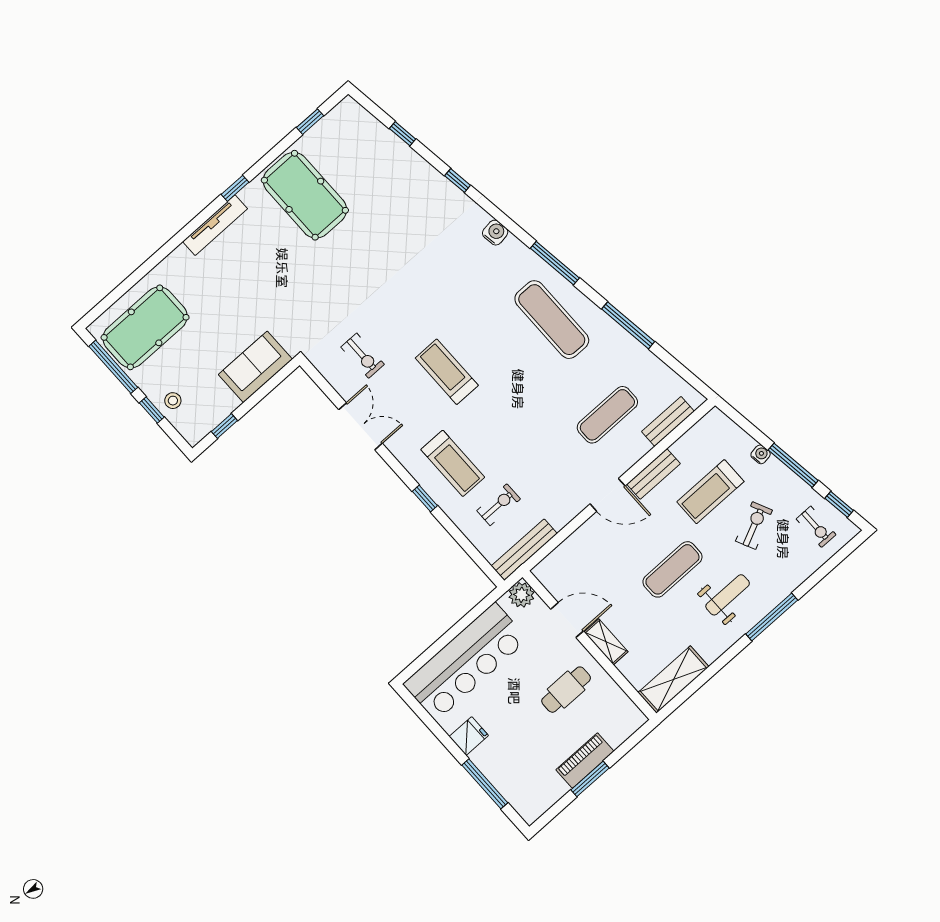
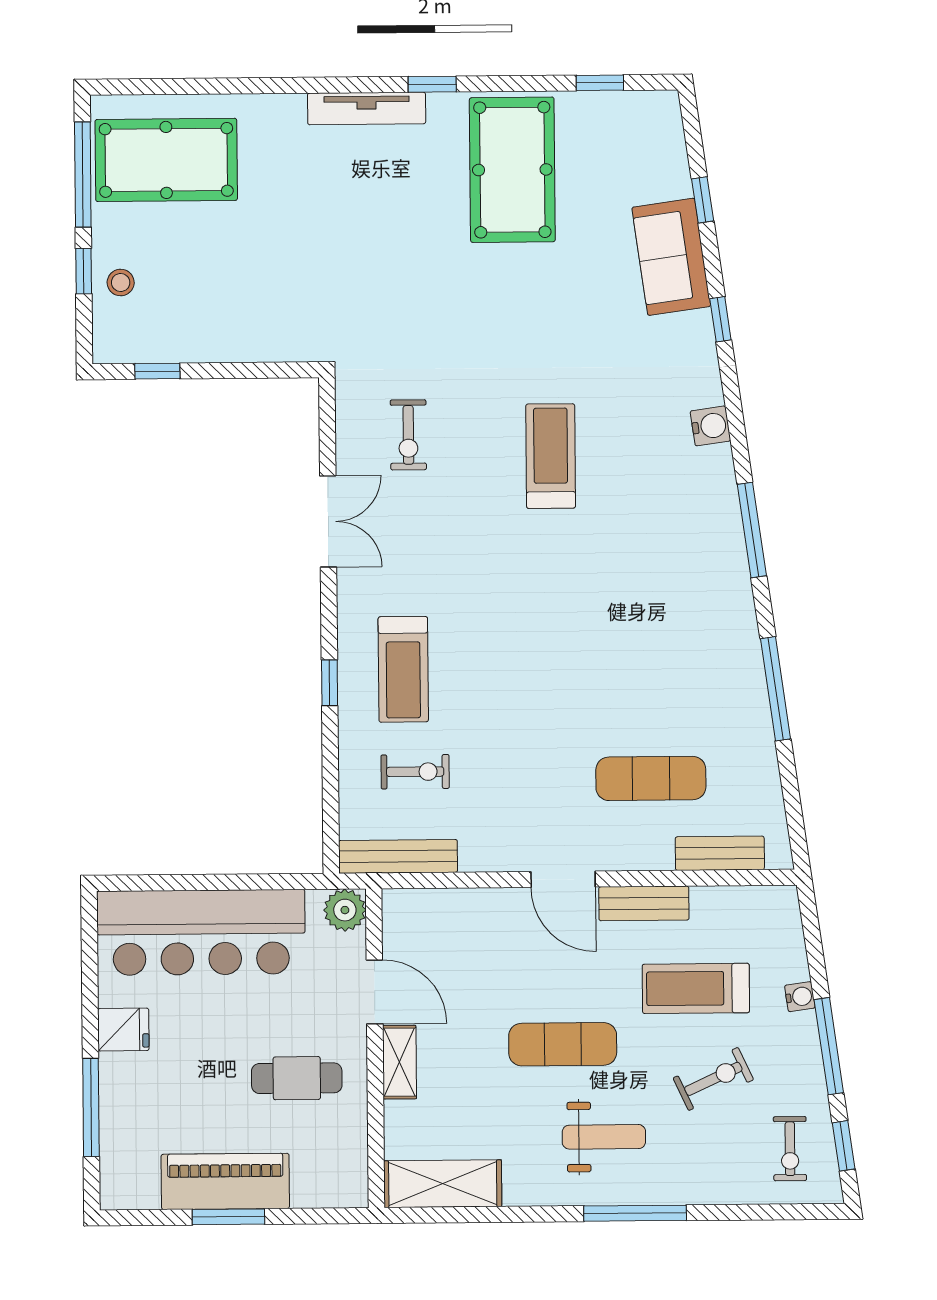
exercise mat: (552, 320) -> (686, 598), removed
sofa: (255, 367) -> (671, 257), moved, turned -98
treadmill: (447, 372) -> (551, 456), moved
piano: (585, 760) -> (225, 1181), width x1.37, depth x1.33

